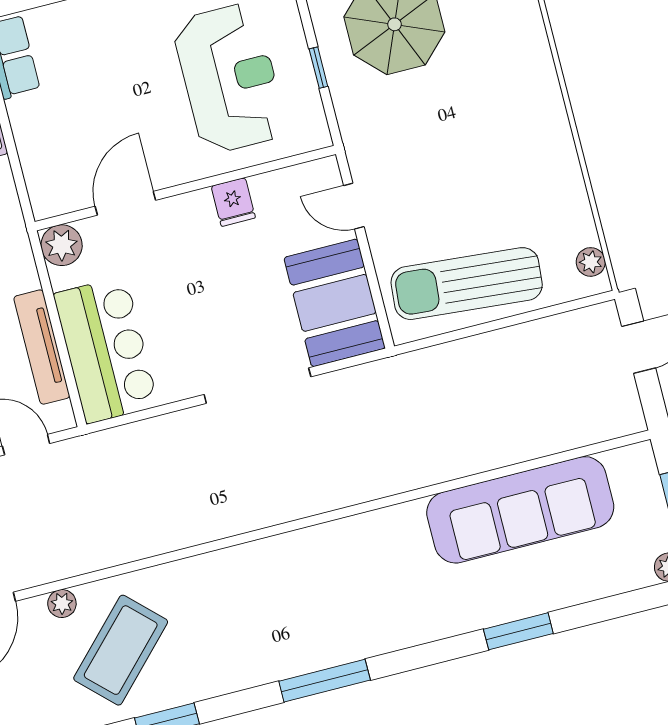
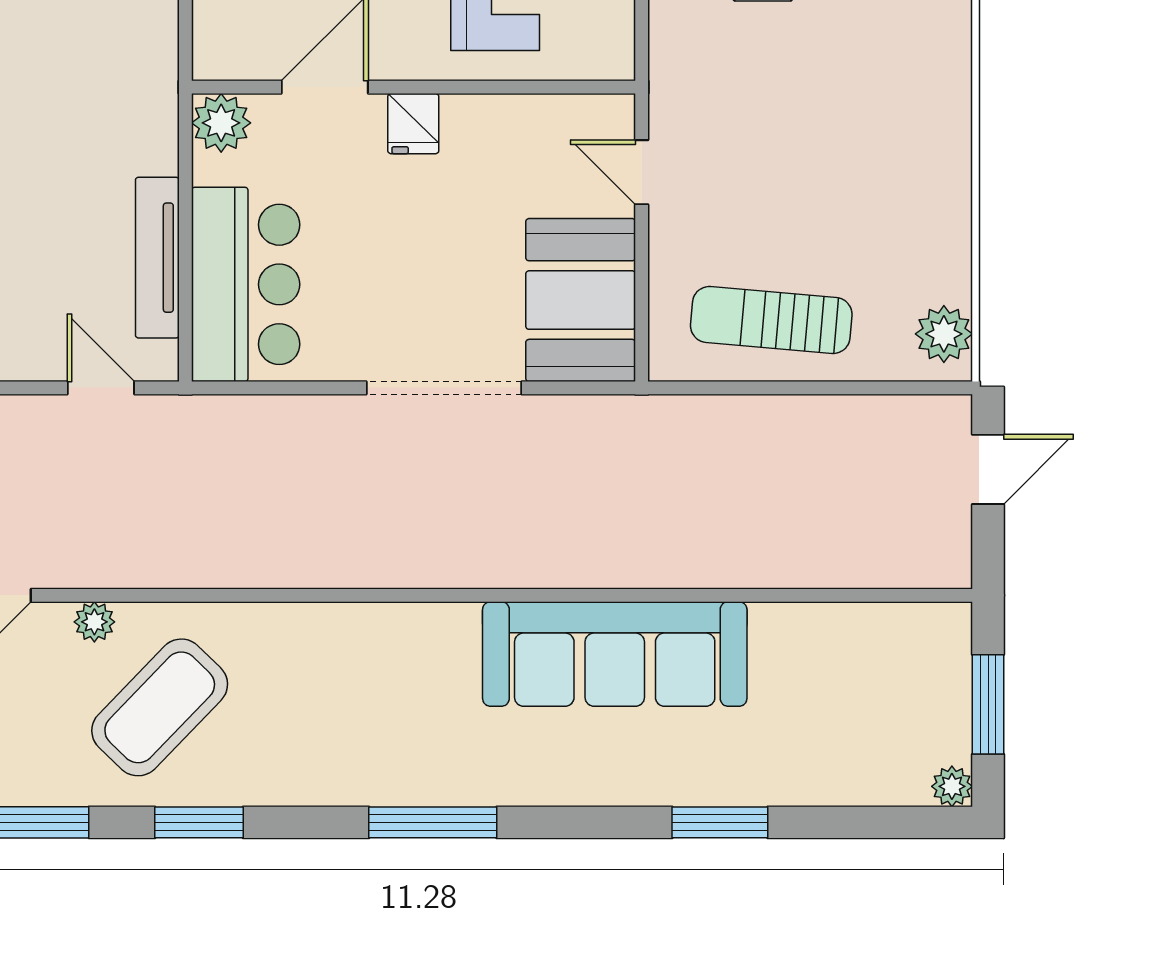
fridge: (233, 202) -> (413, 124), moved
plant: (591, 262) -> (944, 334), width x1.38, depth x1.38
sun lounger: (467, 284) -> (771, 320), width x0.73, depth x0.75
sofa: (520, 510) -> (615, 654), moved

